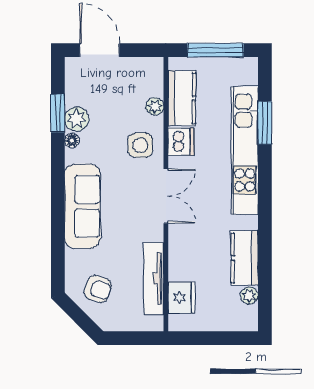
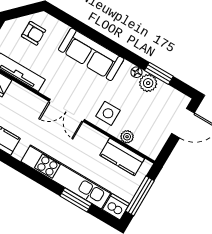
dishwasher: (181, 142) -> (116, 207), moved, turned 180
armchair: (98, 289) -> (34, 33), turned -108

